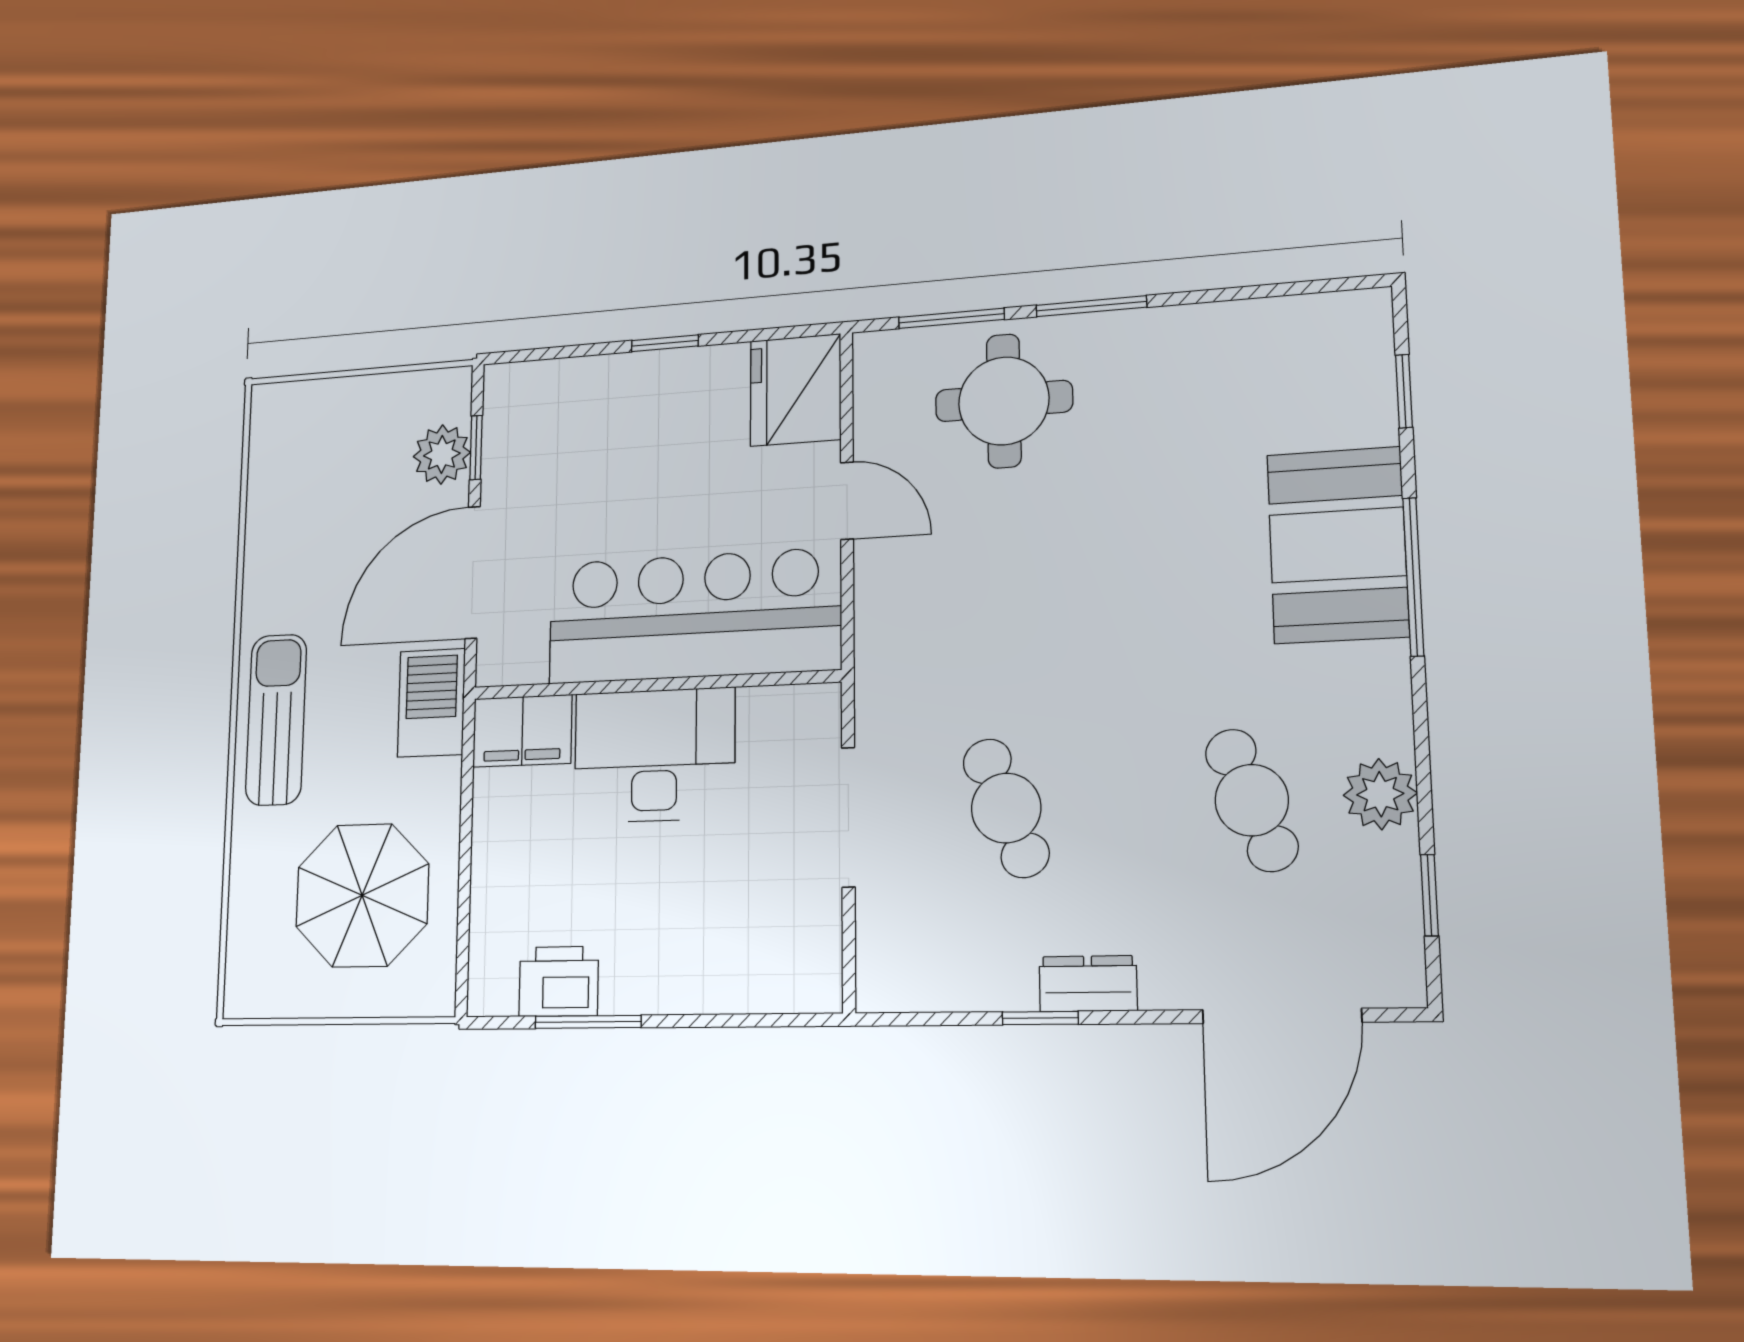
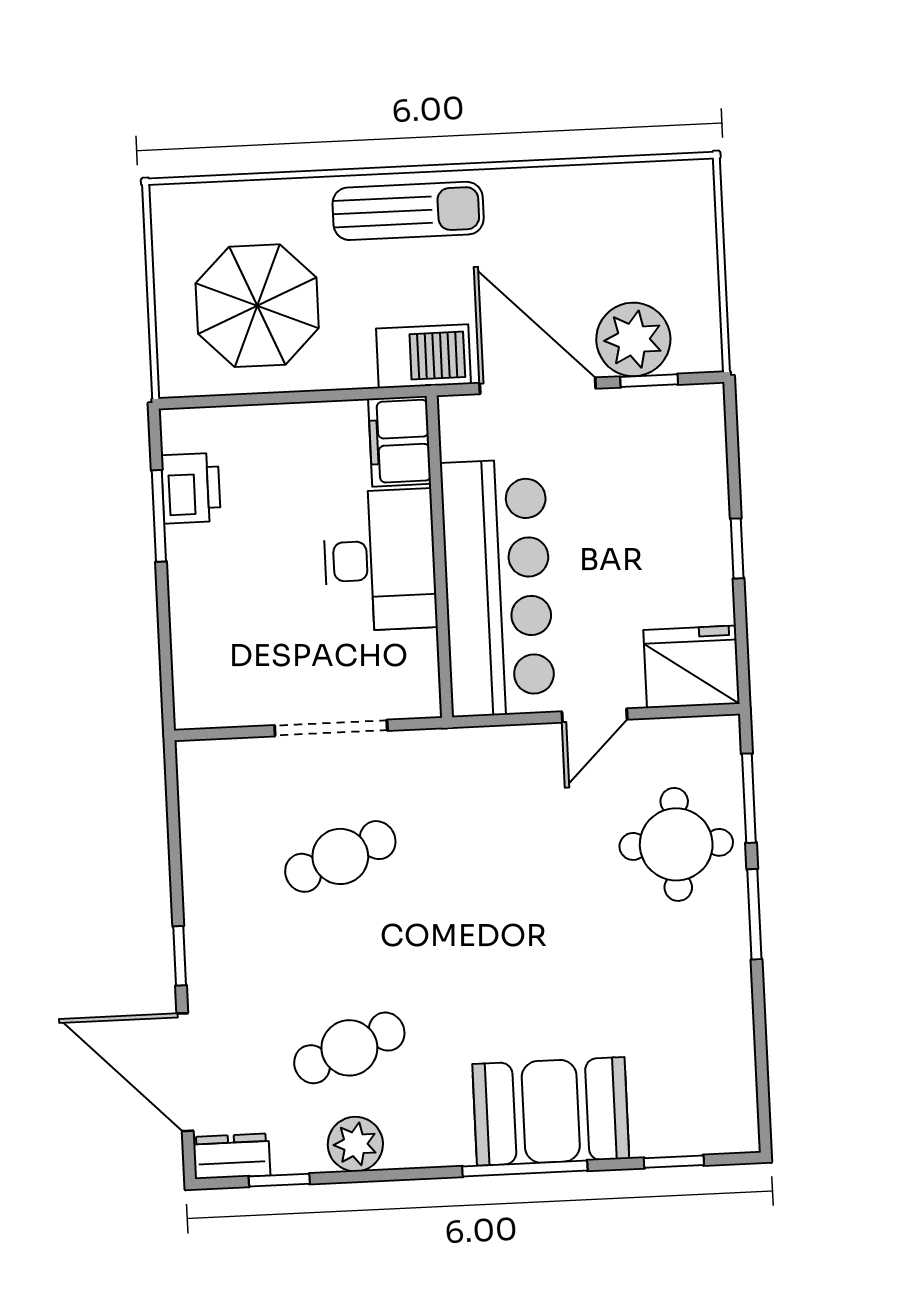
plant: (442, 454) -> (633, 339), width x1.36, depth x1.36
dresser: (1088, 984) -> (232, 1156), moved, turned -90
window: (1040, 1018) -> (180, 956), moved

